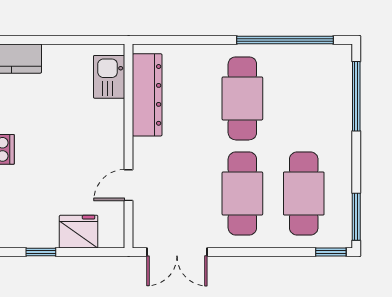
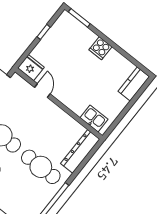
dresser: (147, 95) -> (80, 151), moved, turned 90
fridge: (79, 232) -> (31, 68), moved, turned -90

